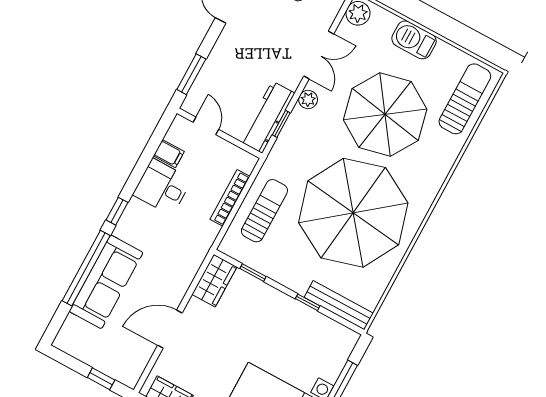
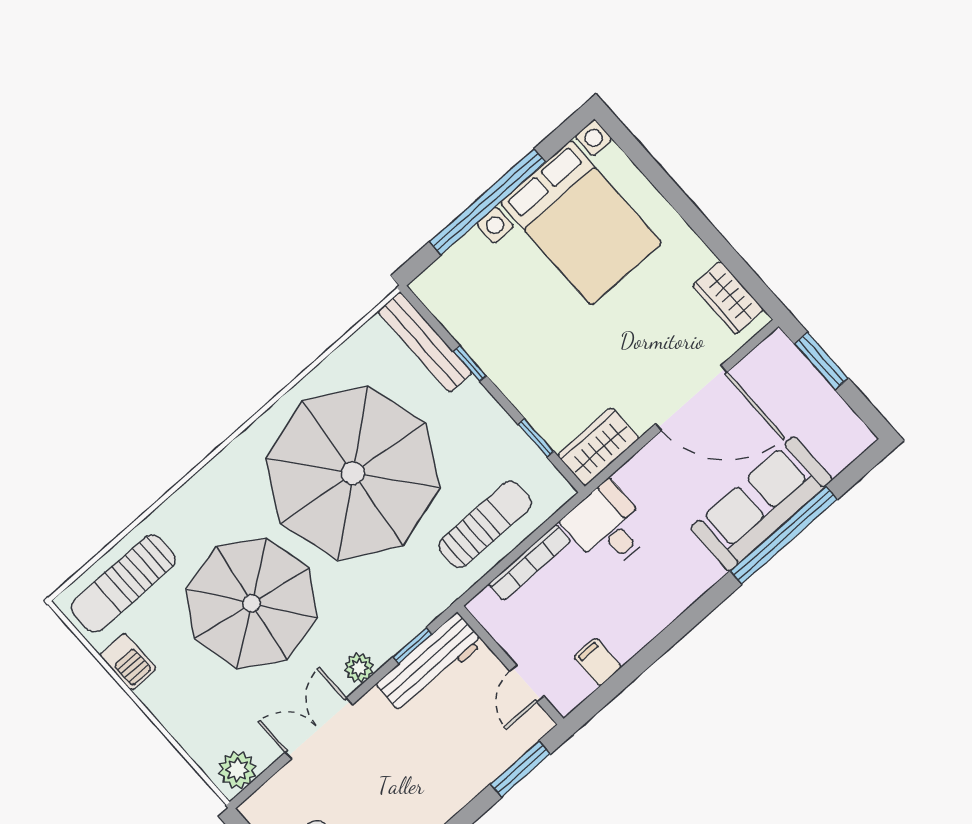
barbecue: (414, 40) -> (128, 662), moved, width x0.73, depth x0.79
desk: (162, 187) -> (608, 527), moved, turned 180
window: (117, 211) -> (706, 604), removed
sun lounger: (264, 211) -> (485, 524), turned 180
door: (170, 329) -> (691, 398), width x1.36
window: (101, 379) -> (821, 361), width x1.50

